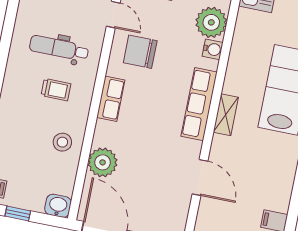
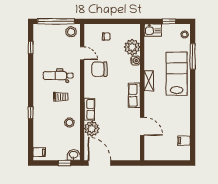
row of seats: (111, 99) -> (89, 109), moved
row of seats: (199, 104) -> (134, 95), width x0.68
shelving: (226, 115) -> (149, 81), moved
window: (18, 214) -> (65, 163), moved

